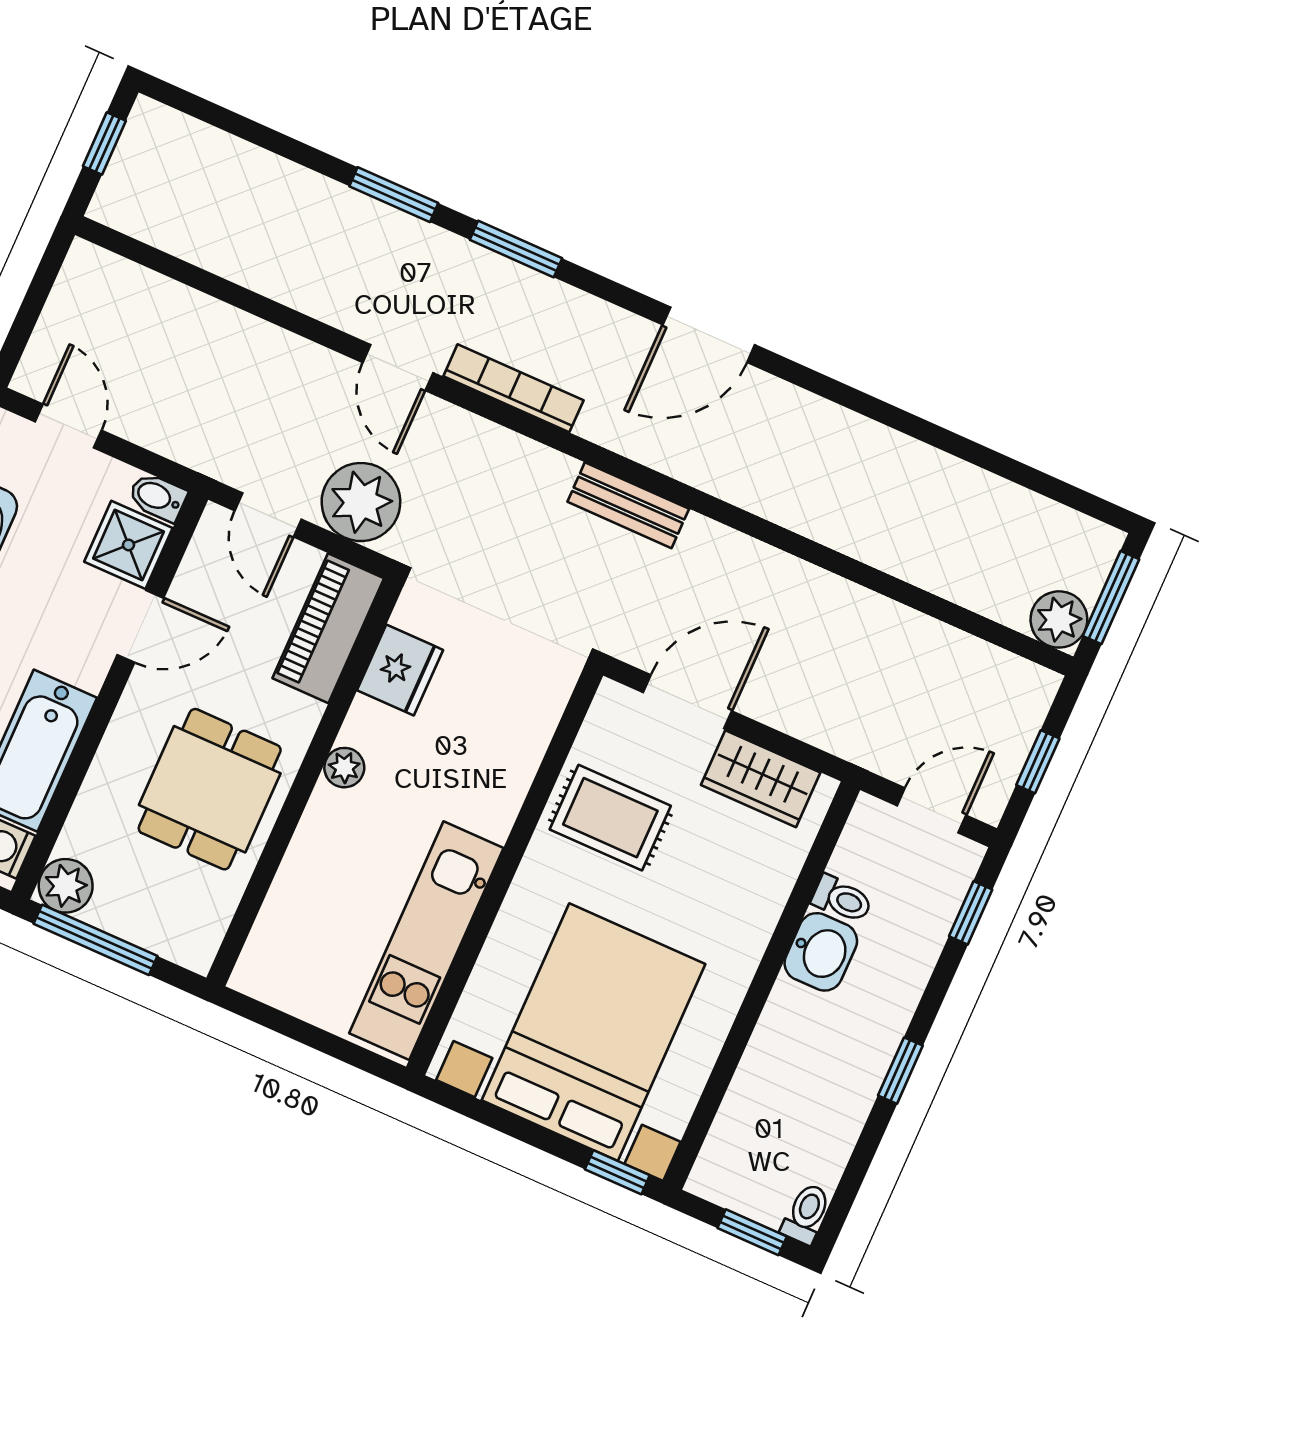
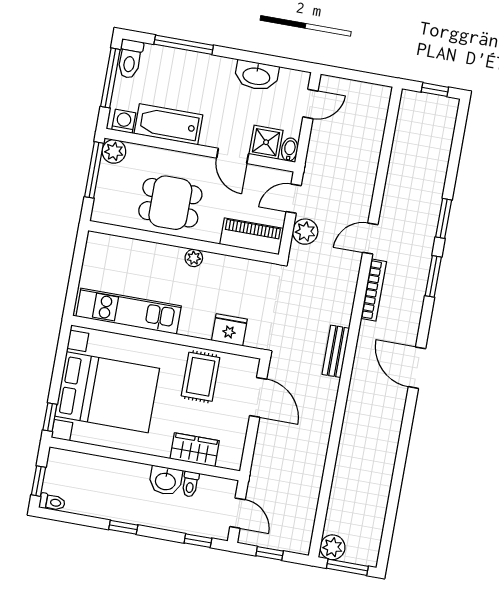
plant: (361, 502) -> (305, 232), width x0.73, depth x0.73
fridge: (400, 670) -> (229, 330), moved, turned 180
wardrobe: (761, 779) -> (195, 450), moved, turned 90

